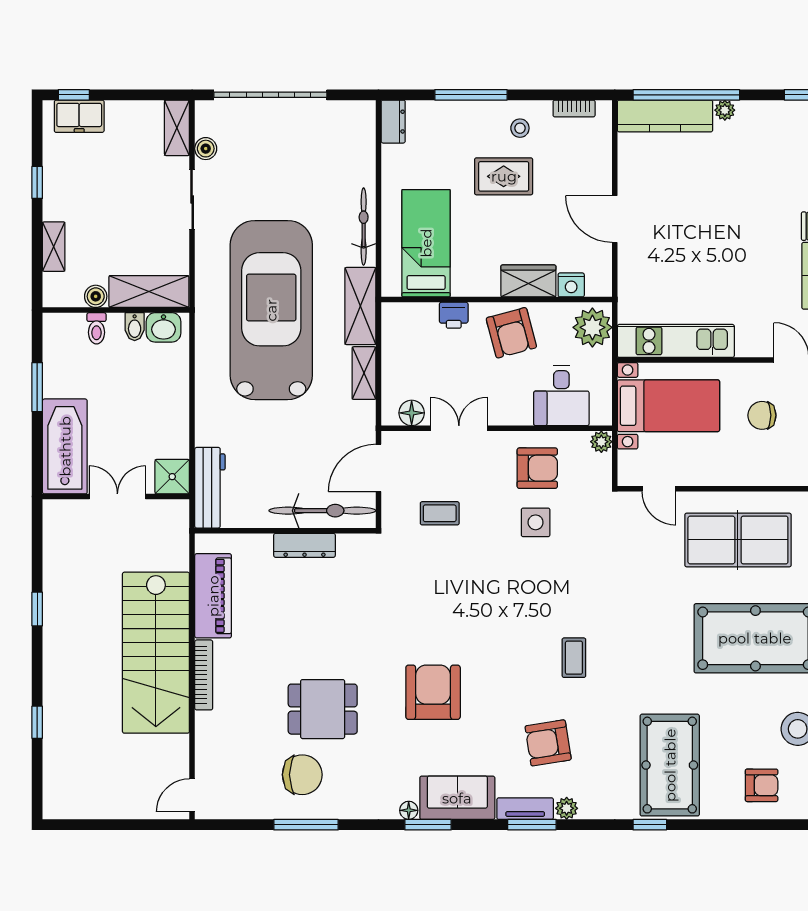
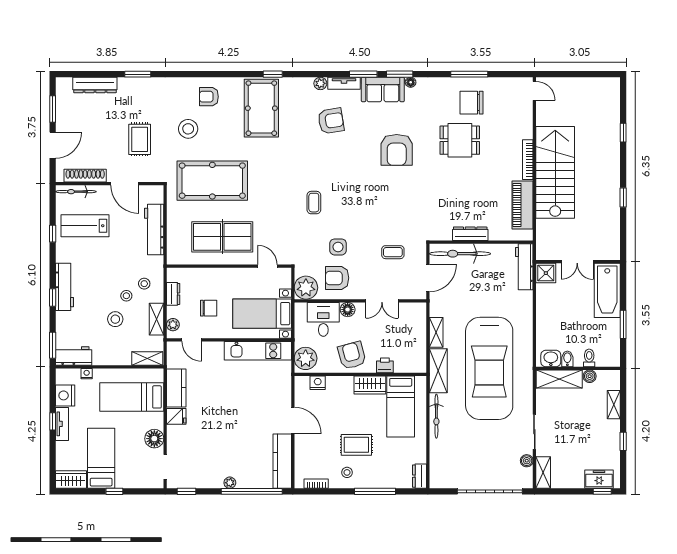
kitchen counter: (665, 116) -> (282, 461), moved, turned -90
wardrobe: (528, 281) -> (370, 385), moved
floor lamp: (412, 413) -> (348, 310), moved
plant: (601, 442) -> (306, 288), width x1.88, depth x1.88
coffee table: (574, 658) -> (314, 203), moved
door: (192, 795) -> (534, 91), hinge flipped
window: (532, 825) -> (363, 74), moved

